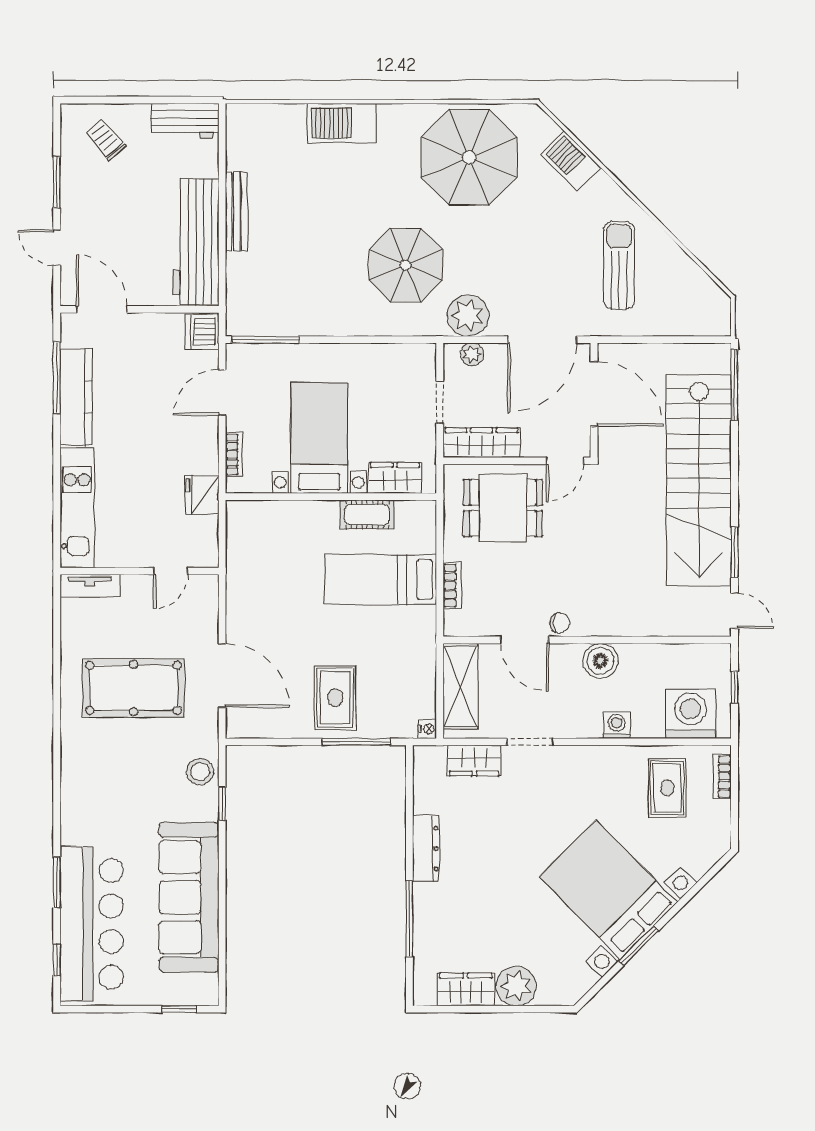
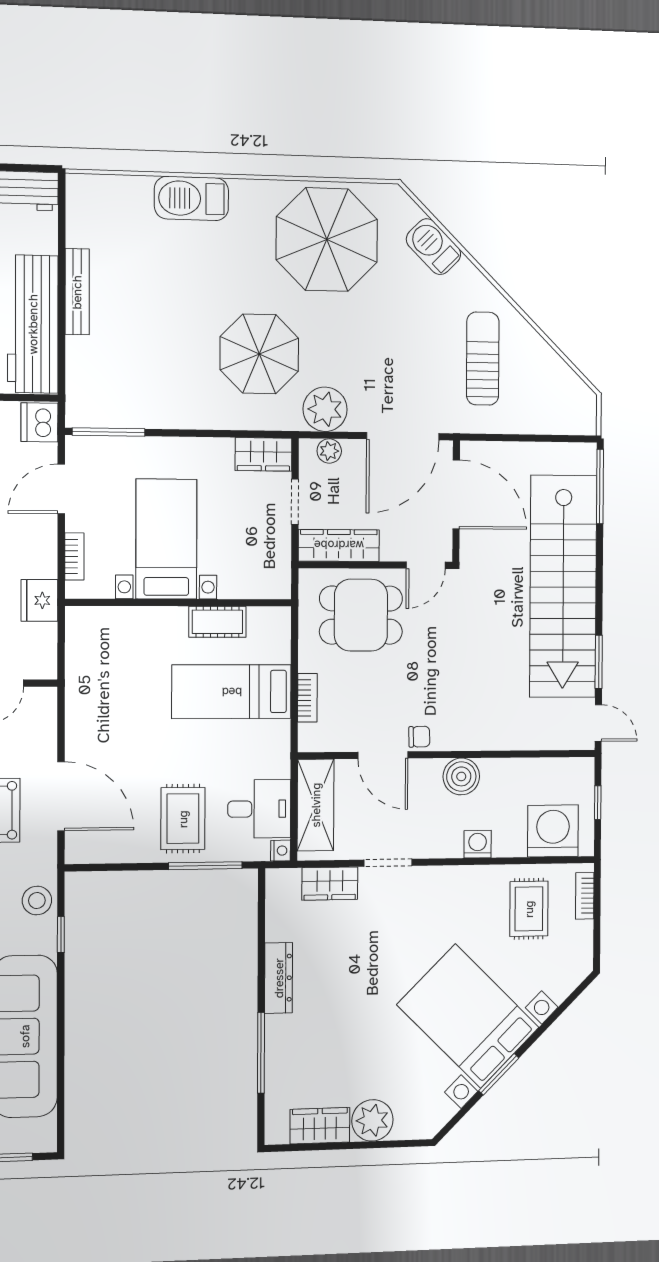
wardrobe: (395, 478) -> (263, 454), moved, turned 180
desk: (407, 689) -> (259, 809), added

